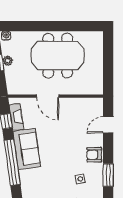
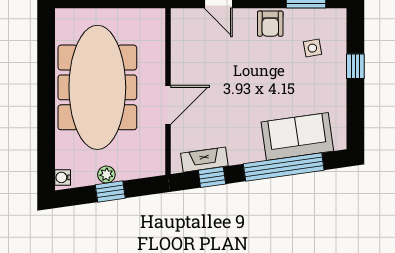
meeting table: (58, 56) -> (97, 87), width x1.36
sofa: (27, 149) -> (297, 136), moved

